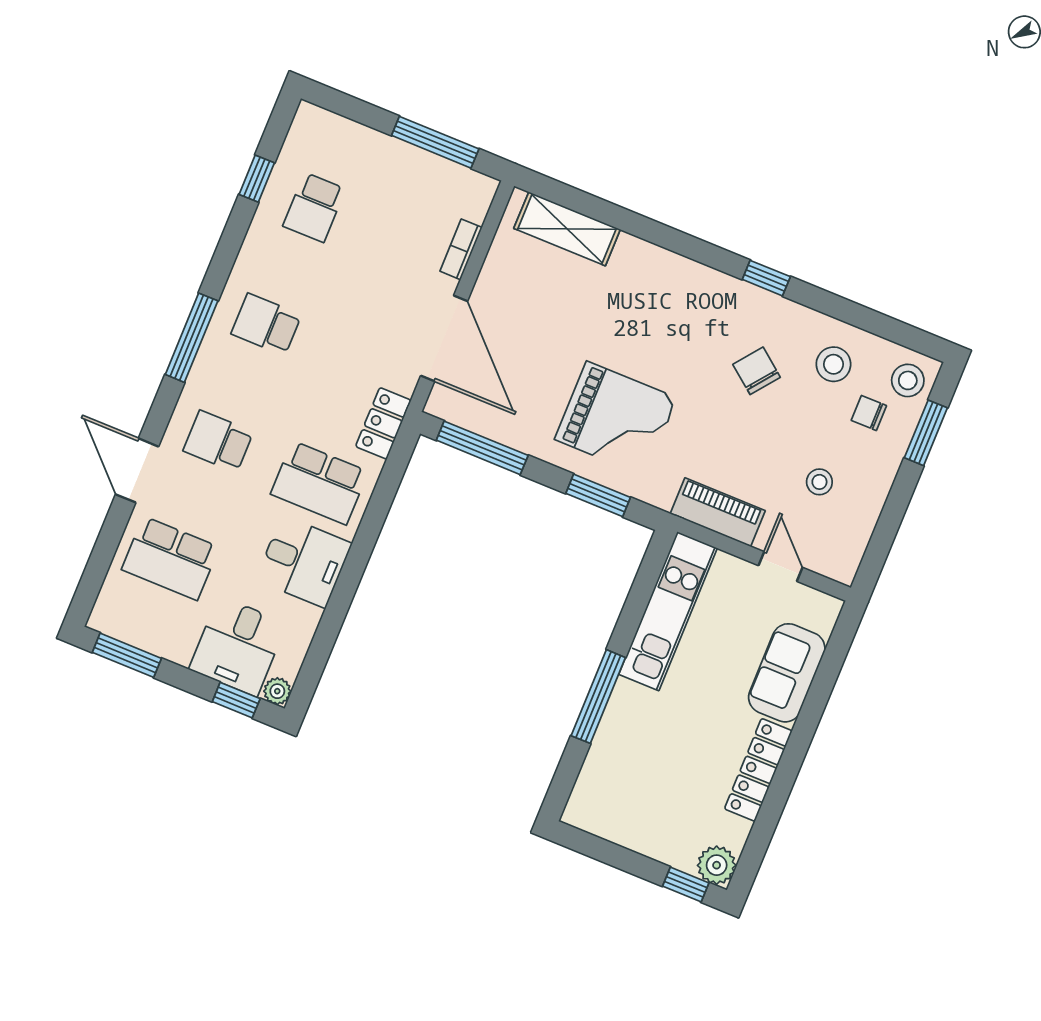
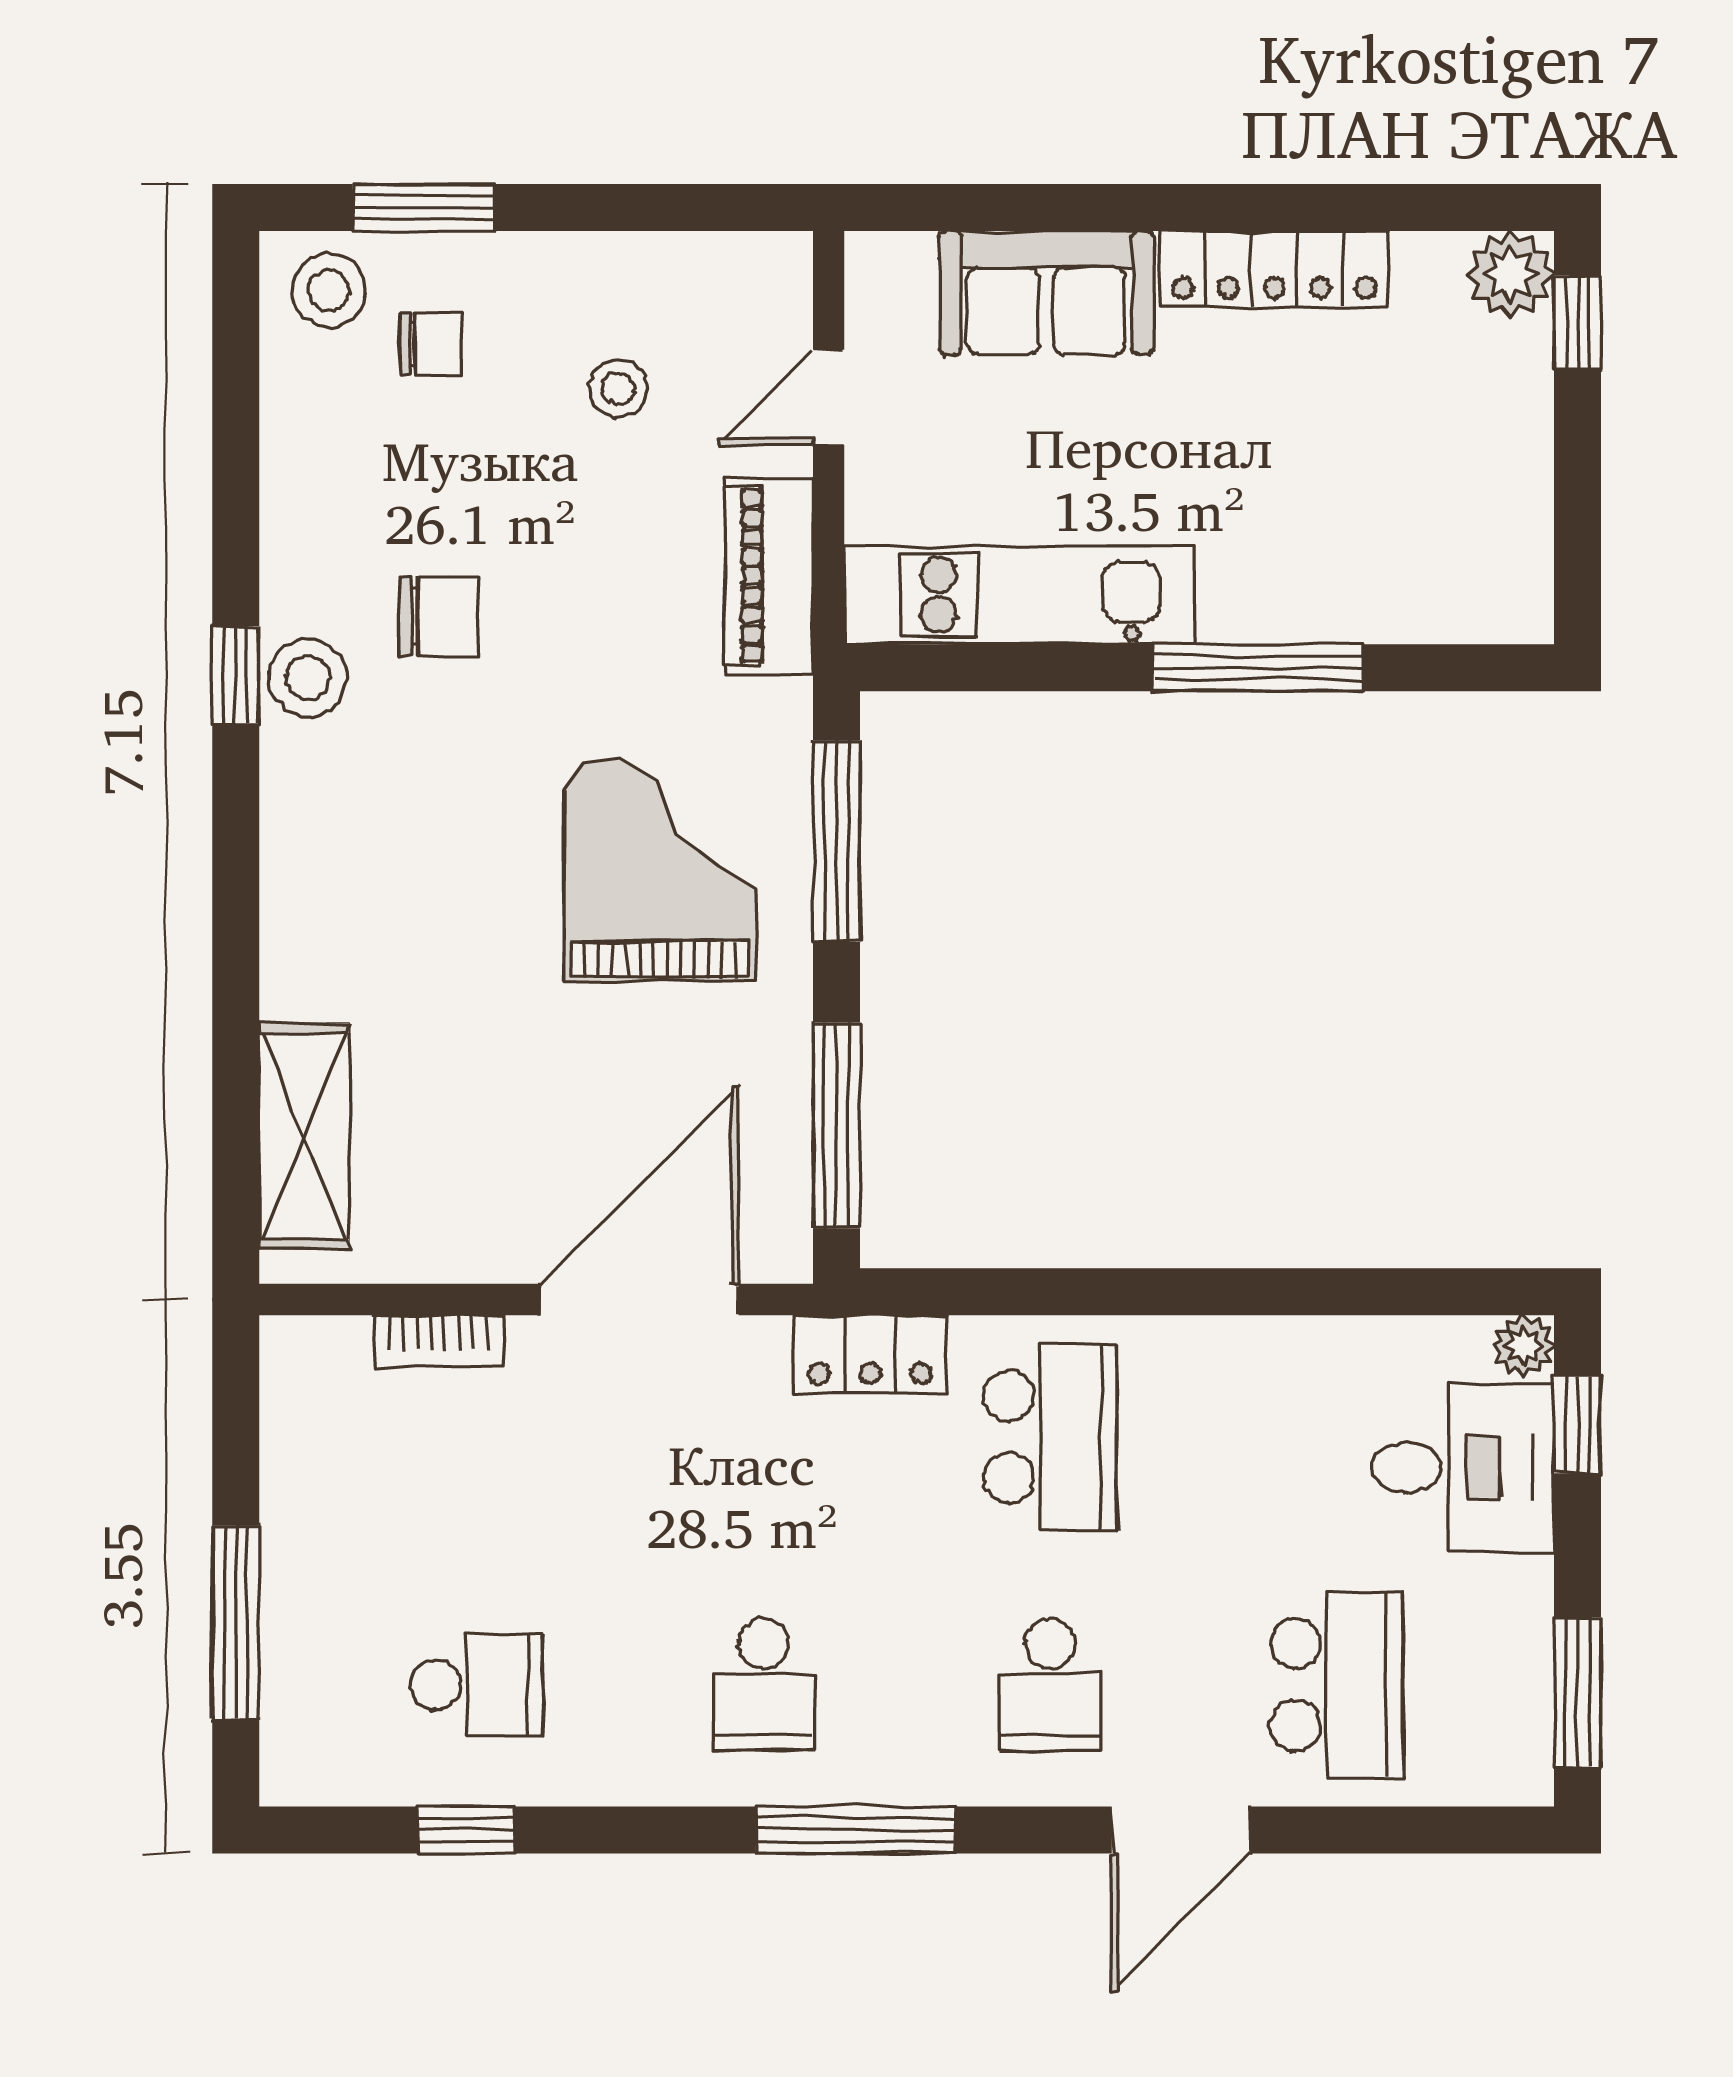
window: (435, 142) -> (236, 1623), moved
stool: (833, 364) -> (308, 678), moved
chair: (757, 371) -> (439, 616), turned -128
chair: (869, 413) -> (431, 344), turned -90
window: (598, 495) -> (836, 841), width x1.44
desk: (304, 562) -> (1229, 1402), removed

